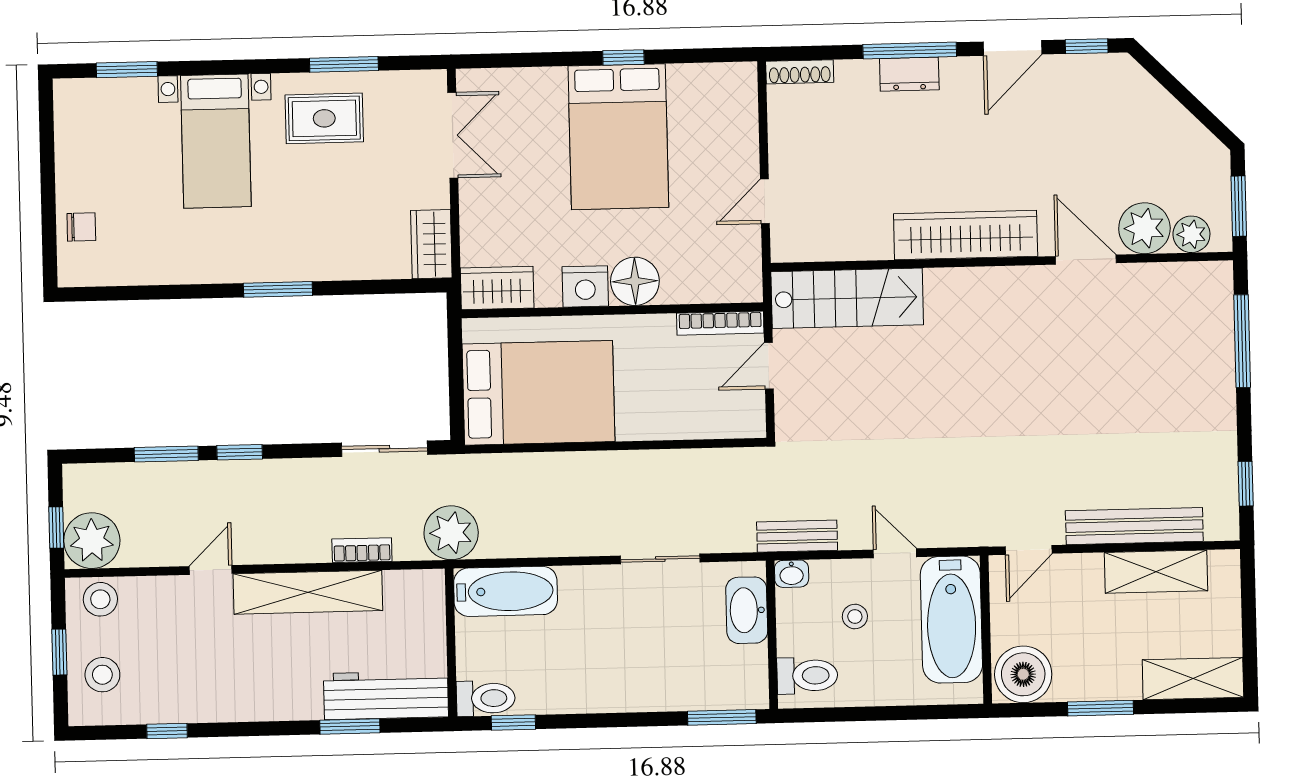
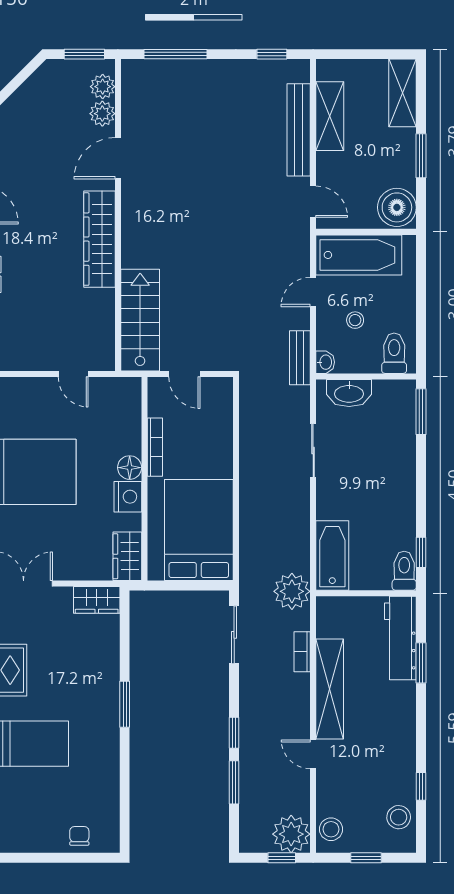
plant: (1144, 228) -> (102, 114), width x0.73, depth x0.73
floor lamp: (635, 281) -> (130, 468), width x0.73, depth x0.73
bookcase: (720, 323) -> (155, 447), moved
stool: (102, 675) -> (399, 817), moved

